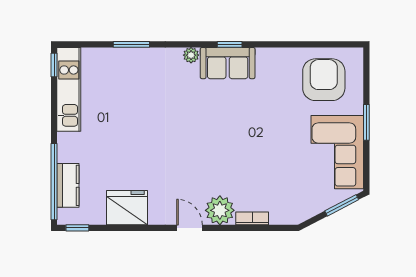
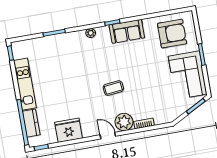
sofa: (228, 63) -> (127, 31), moved
armchair: (324, 80) -> (172, 34), turned 90
kitchen unit: (69, 89) -> (25, 84), moved
coffee table: (212, 152) -> (113, 88), added

